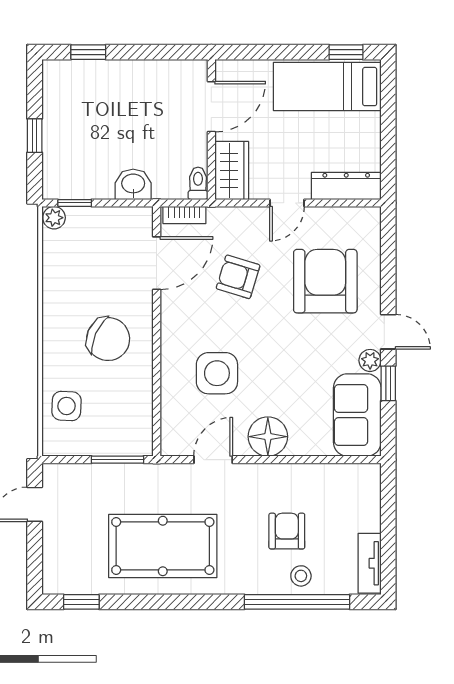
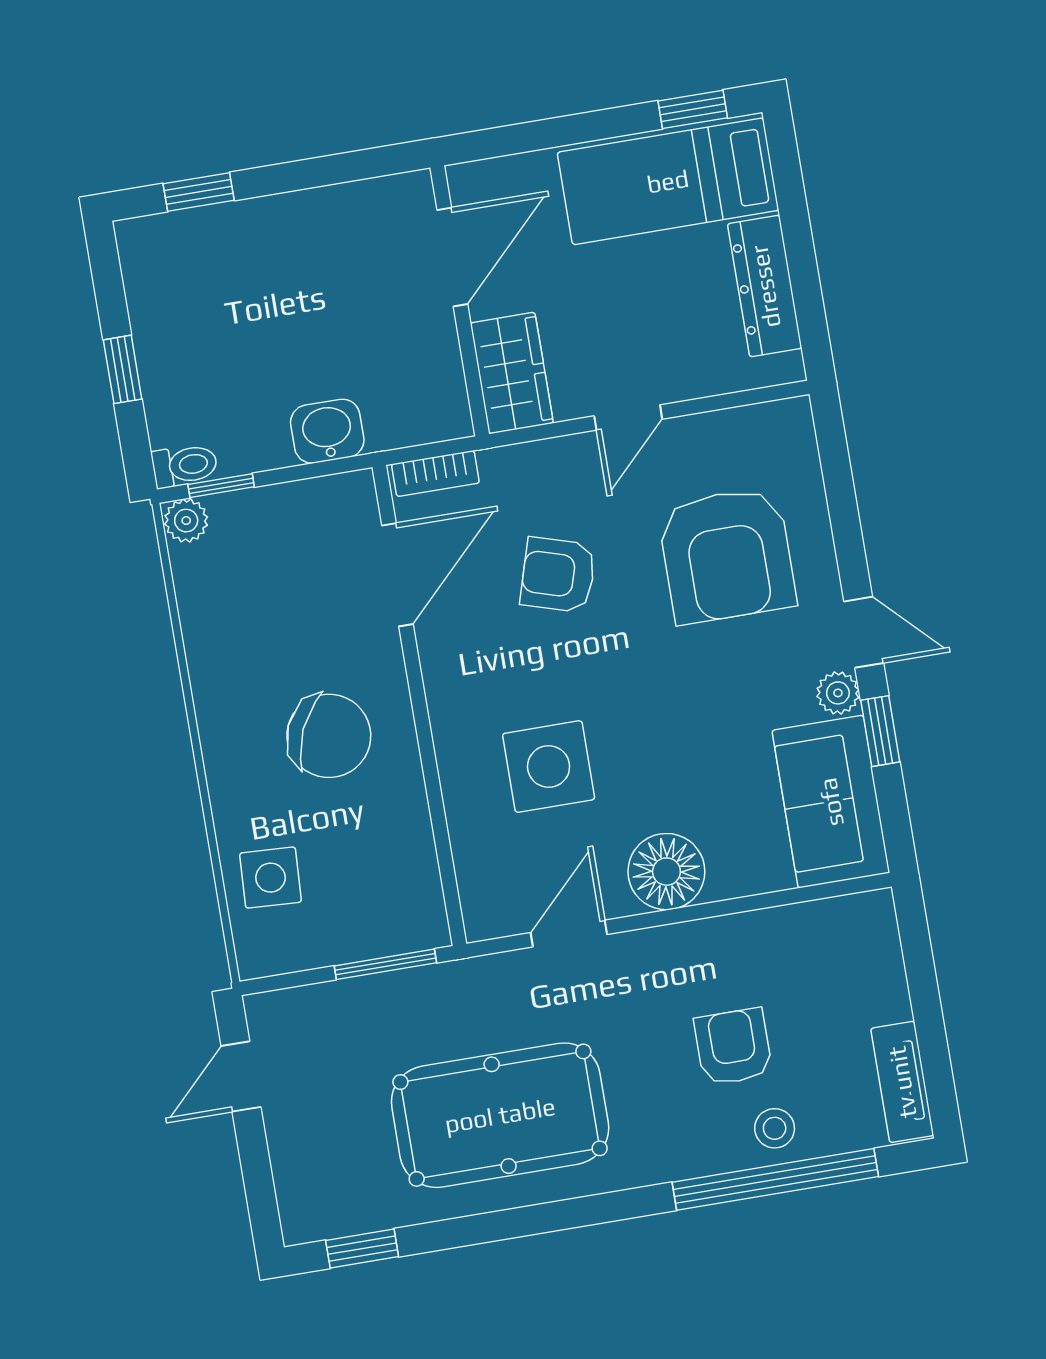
toilet: (198, 183) -> (185, 465), moved, turned 90
dresser: (346, 186) -> (765, 286), moved, turned -90
armchair: (325, 281) -> (727, 555), turned 180

